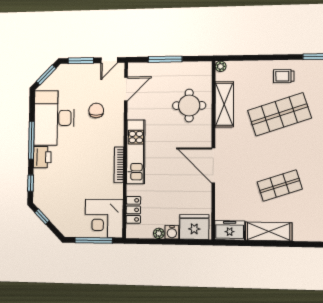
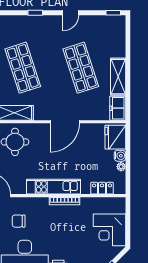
shop shelf: (280, 186) -> (81, 68), width x1.43, depth x1.36
corner desk: (104, 218) -> (109, 230), moved, turned 90
window: (94, 240) -> (128, 222), removed

